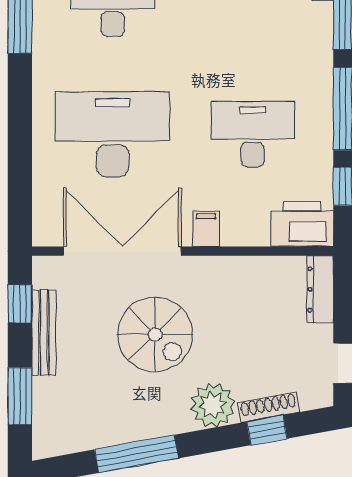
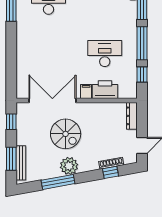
desk: (113, 134) -> (49, 54), removed
printer: (302, 224) -> (105, 90), moved
bench: (44, 333) -> (21, 163), moved
plant: (213, 405) -> (69, 166), moved

